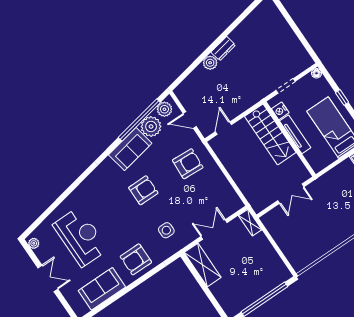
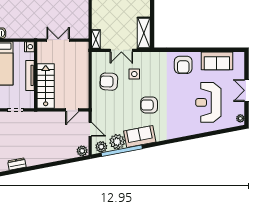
dresser: (223, 49) -> (17, 164), moved
plant: (210, 63) -> (82, 151), moved
nightstand: (280, 111) -> (29, 47), moved
armchair: (188, 164) -> (109, 82), moved
side table: (166, 230) -> (134, 74), moved
armchair: (136, 259) -> (183, 65), turned 90

